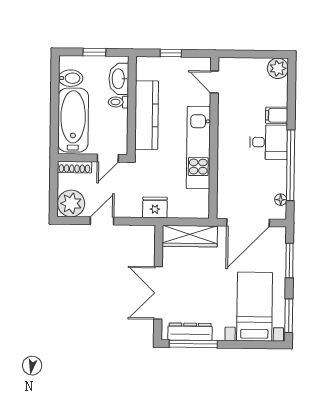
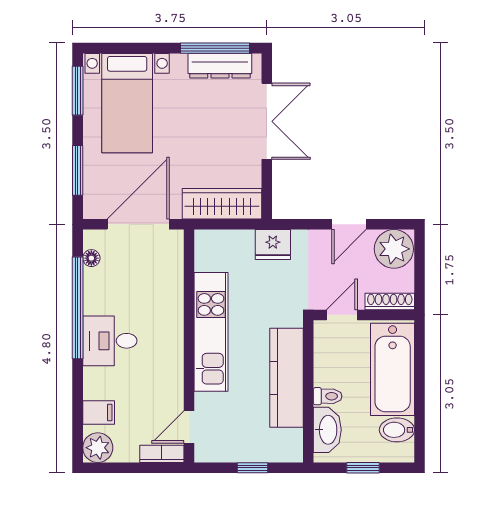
bookcase: (233, 64) -> (162, 454), added
door: (214, 82) -> (189, 427), swing flipped
filing cabinet: (277, 115) -> (99, 412), moved

